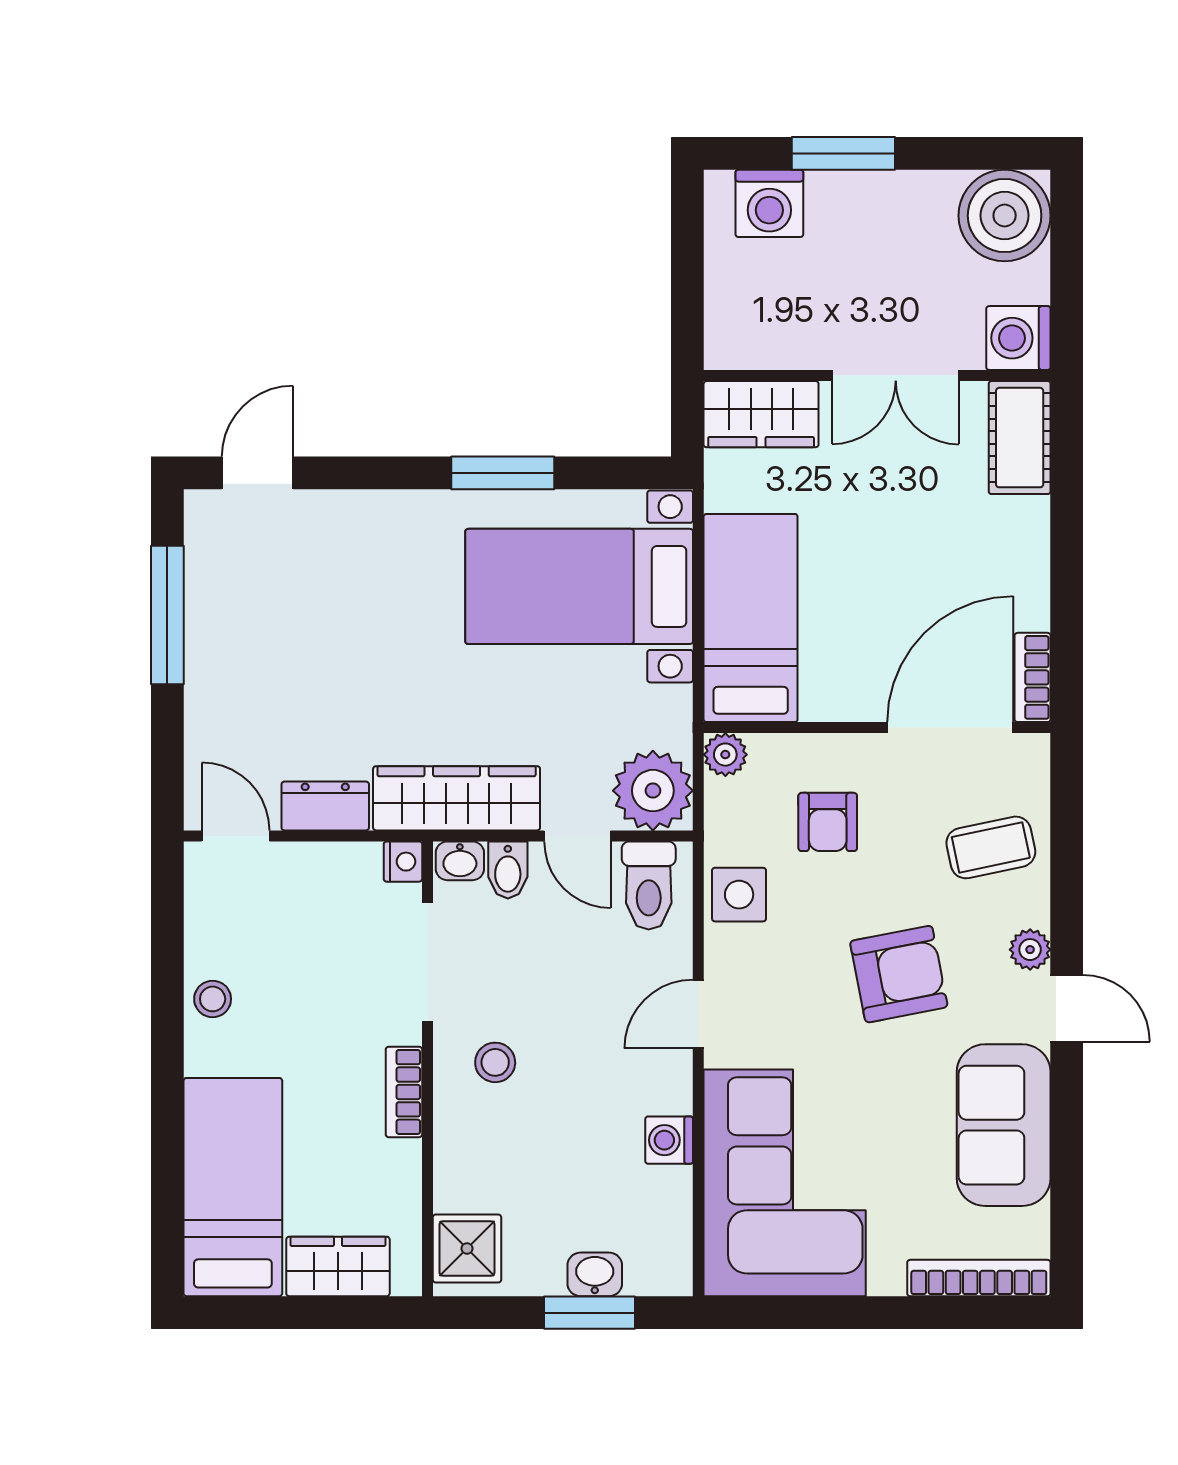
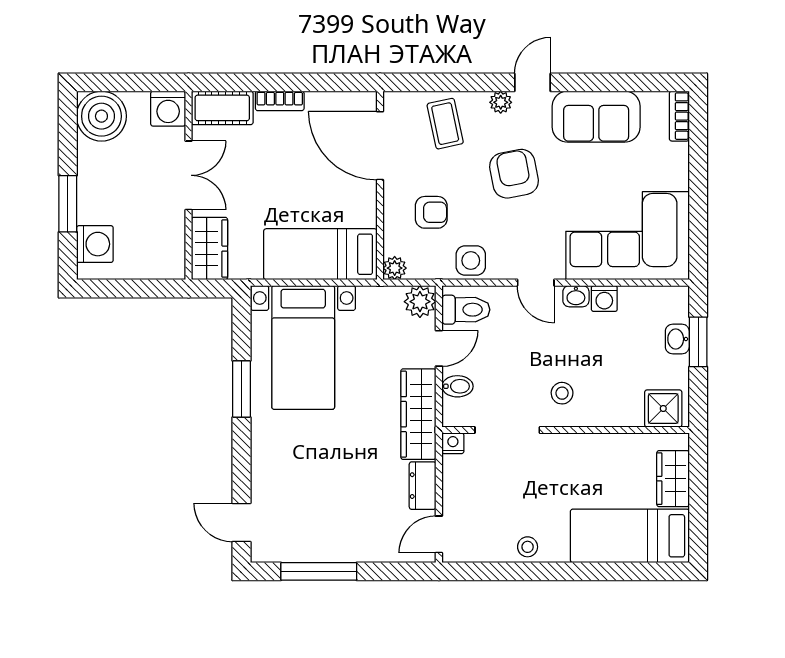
bookcase: (1033, 677) -> (280, 101), moved
plant: (653, 791) -> (420, 302), width x0.73, depth x0.73
washbasin: (460, 861) -> (576, 296), moved, turned 90
bookcase: (404, 1092) -> (578, 443), removed
bookcase: (979, 1278) -> (679, 116), width x0.64

